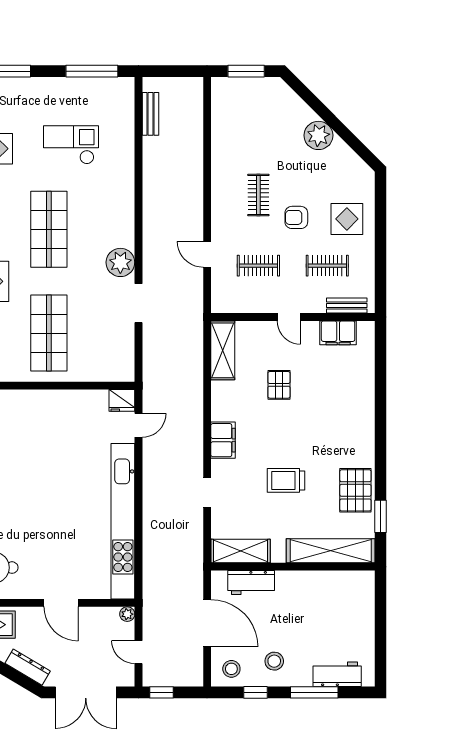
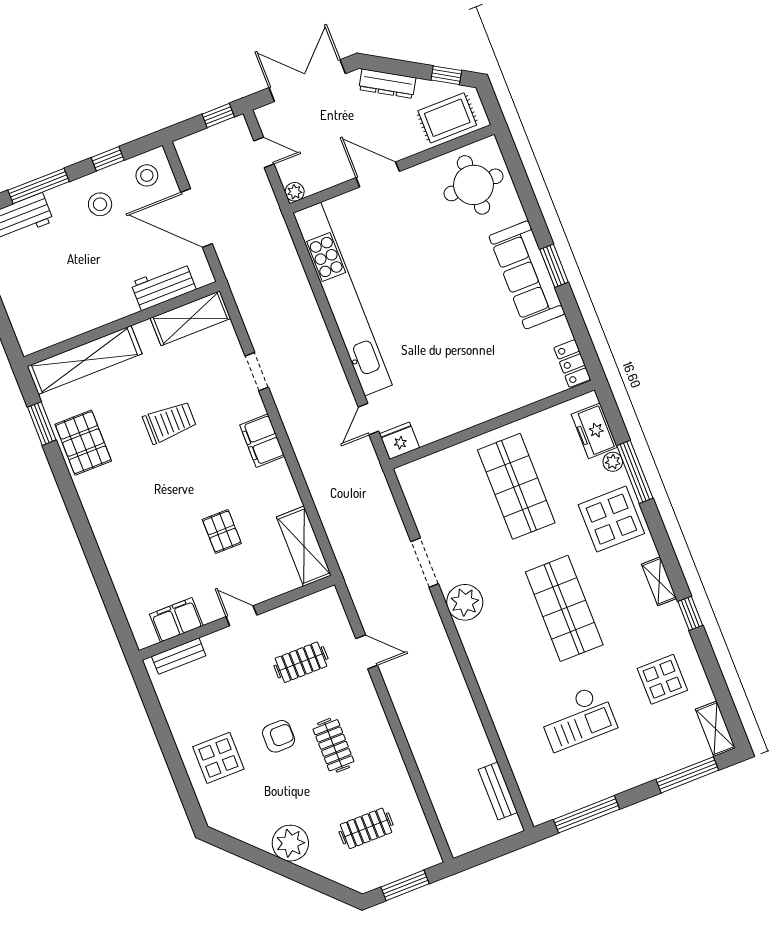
clothes rail: (327, 266) -> (366, 828), moved

